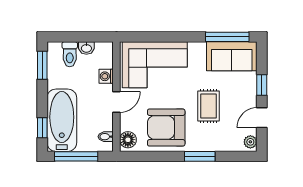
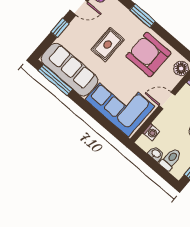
sofa: (232, 56) -> (69, 70), width x1.36
washing machine: (106, 76) -> (151, 132), moved
armchair: (166, 128) -> (148, 55), turned 180

